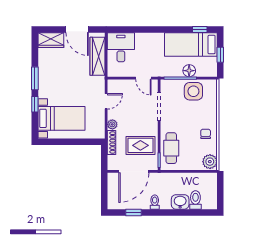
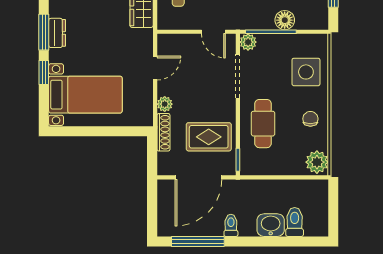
dresser: (43, 79) -> (57, 33), added
plant: (166, 85) -> (248, 42), added
side table: (193, 91) -> (306, 72), moved
cafe table: (171, 148) -> (263, 124), moved
window: (134, 212) -> (198, 241), width x2.17

